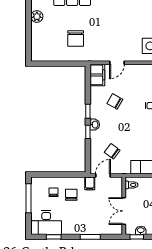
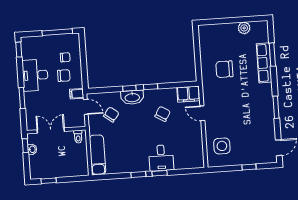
washbasin: (95, 125) -> (132, 97), width x1.91, depth x1.45
desk: (46, 223) -> (35, 75), moved
window: (54, 237) -> (19, 50), moved

